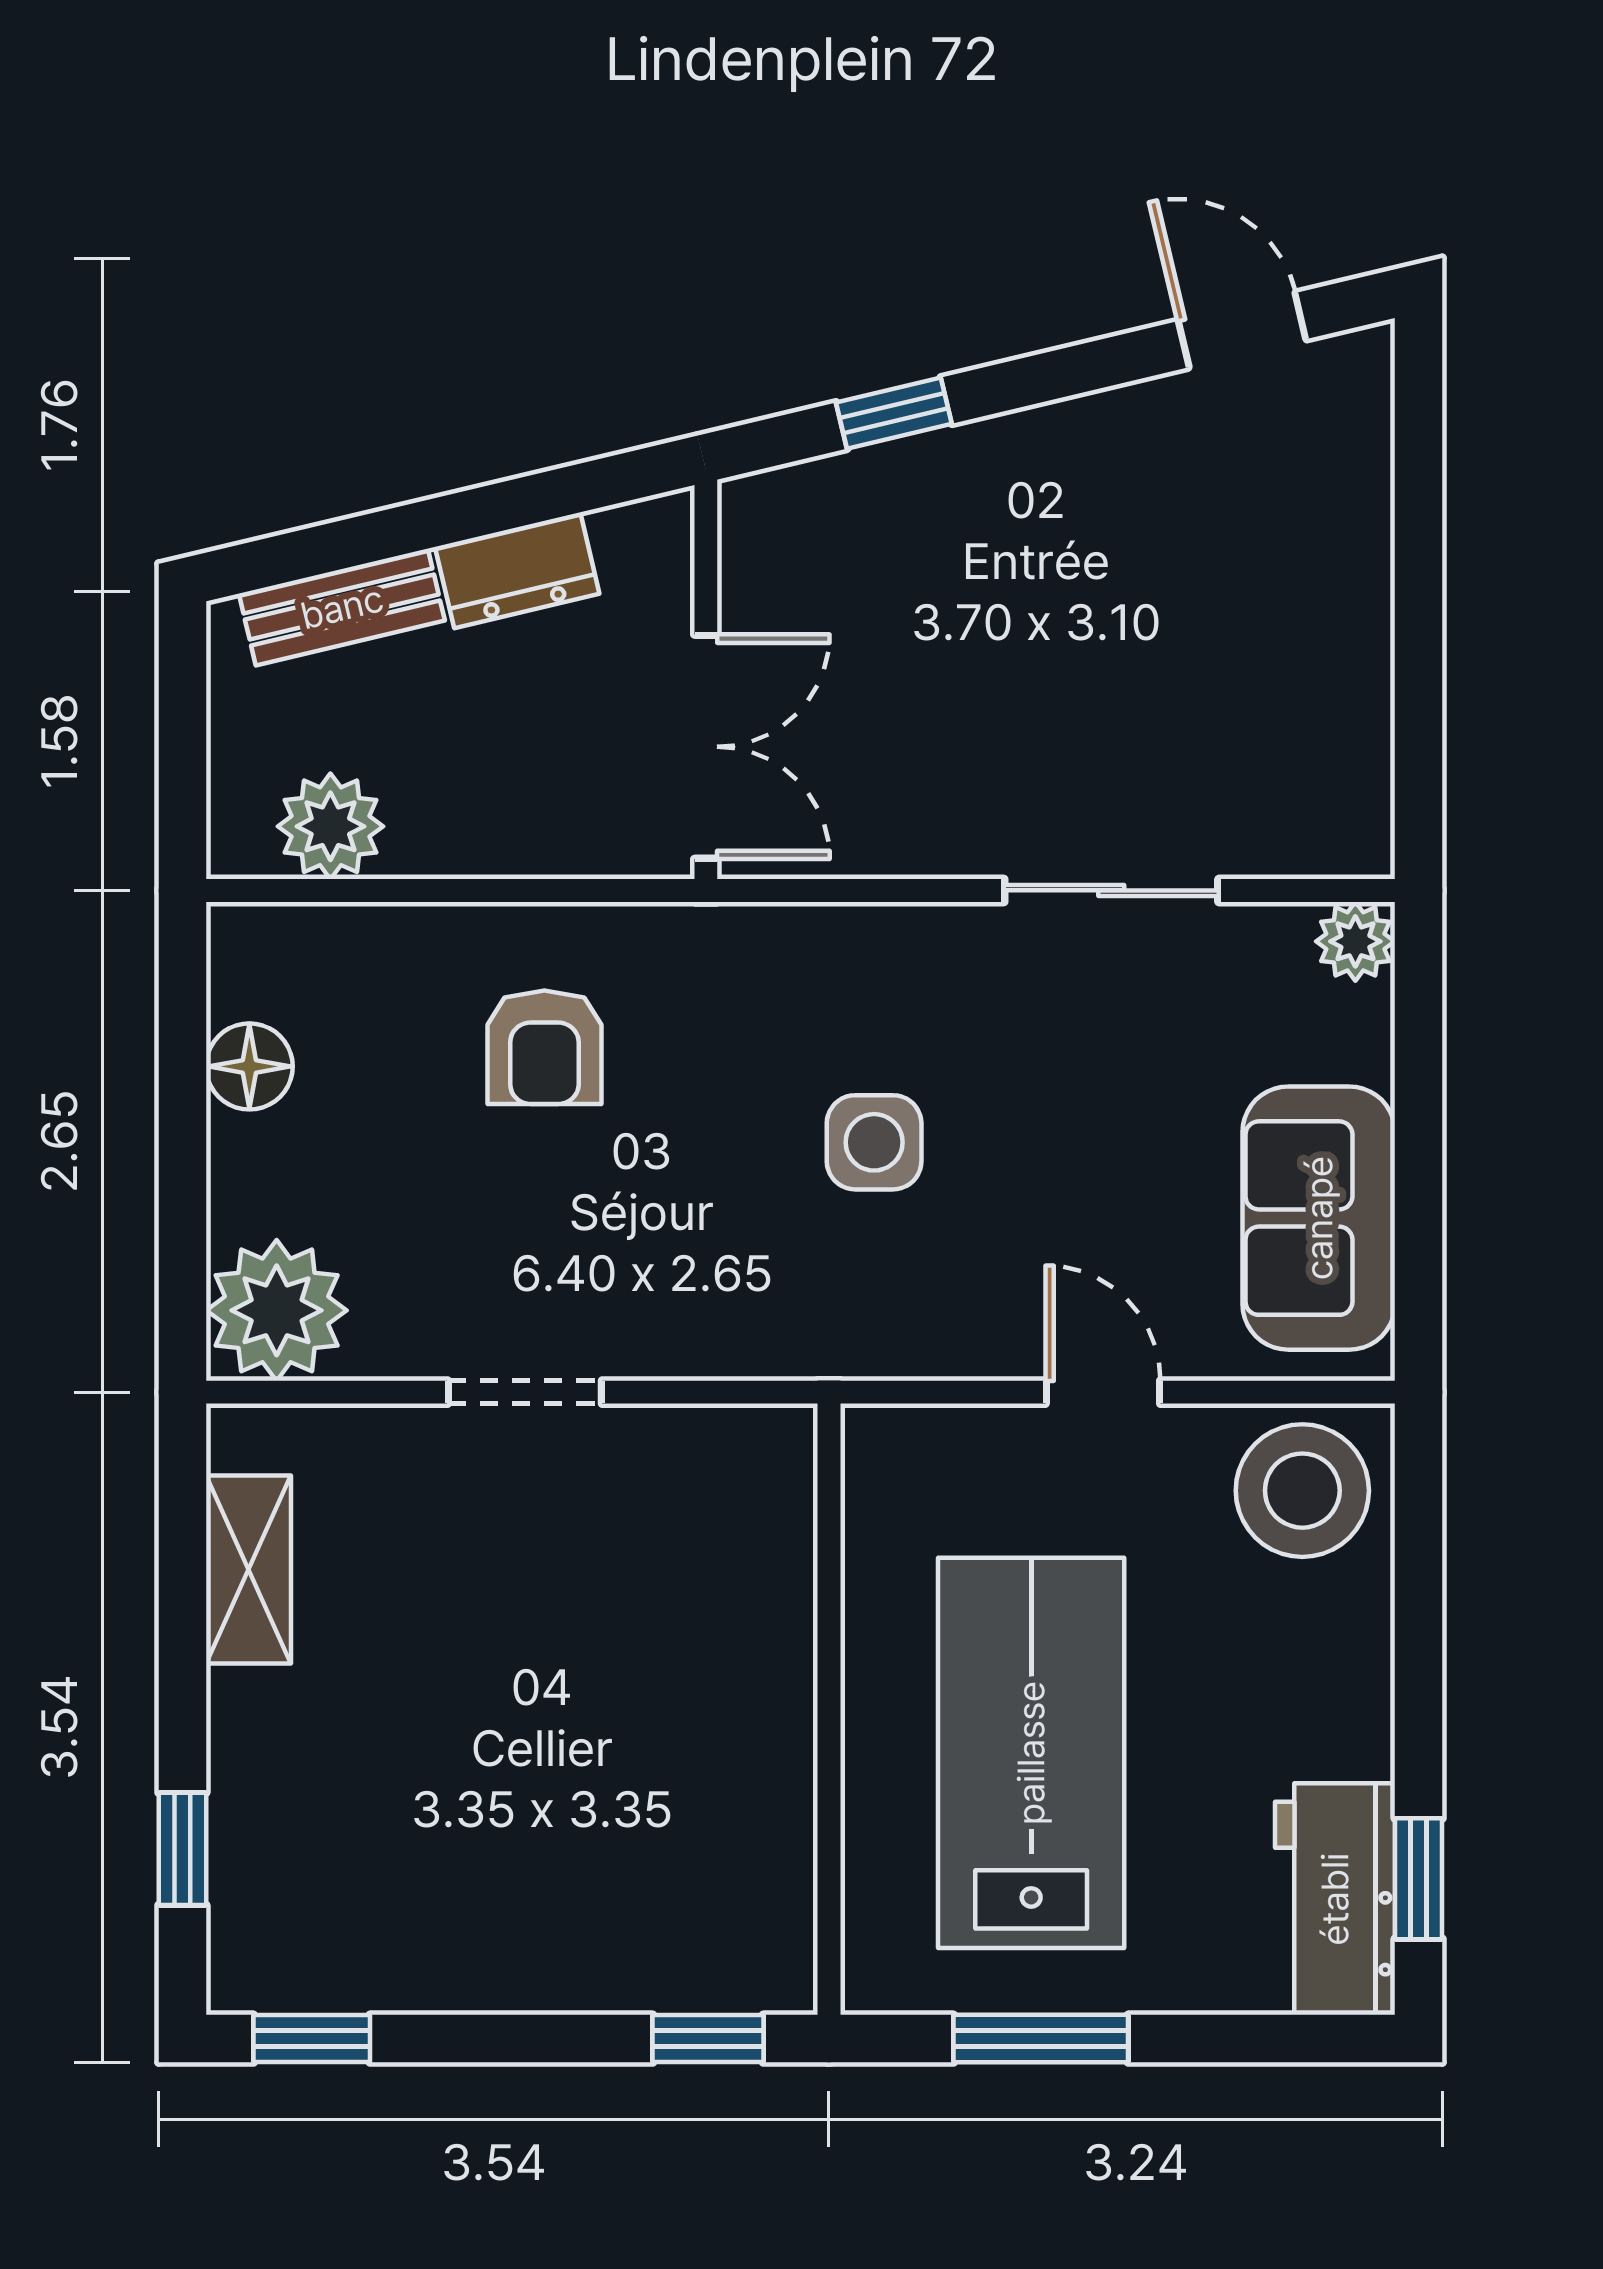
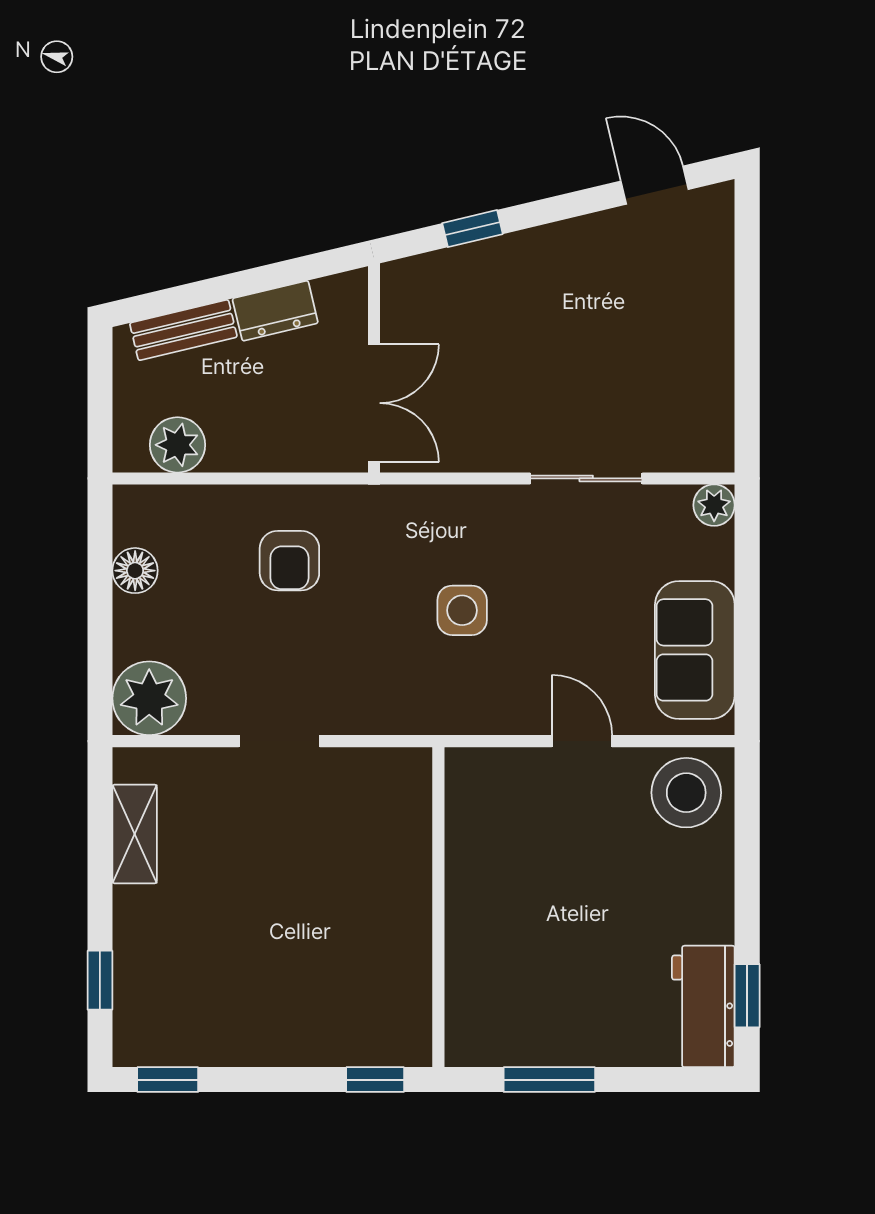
lab bench: (1031, 1753) -> (544, 930), removed

